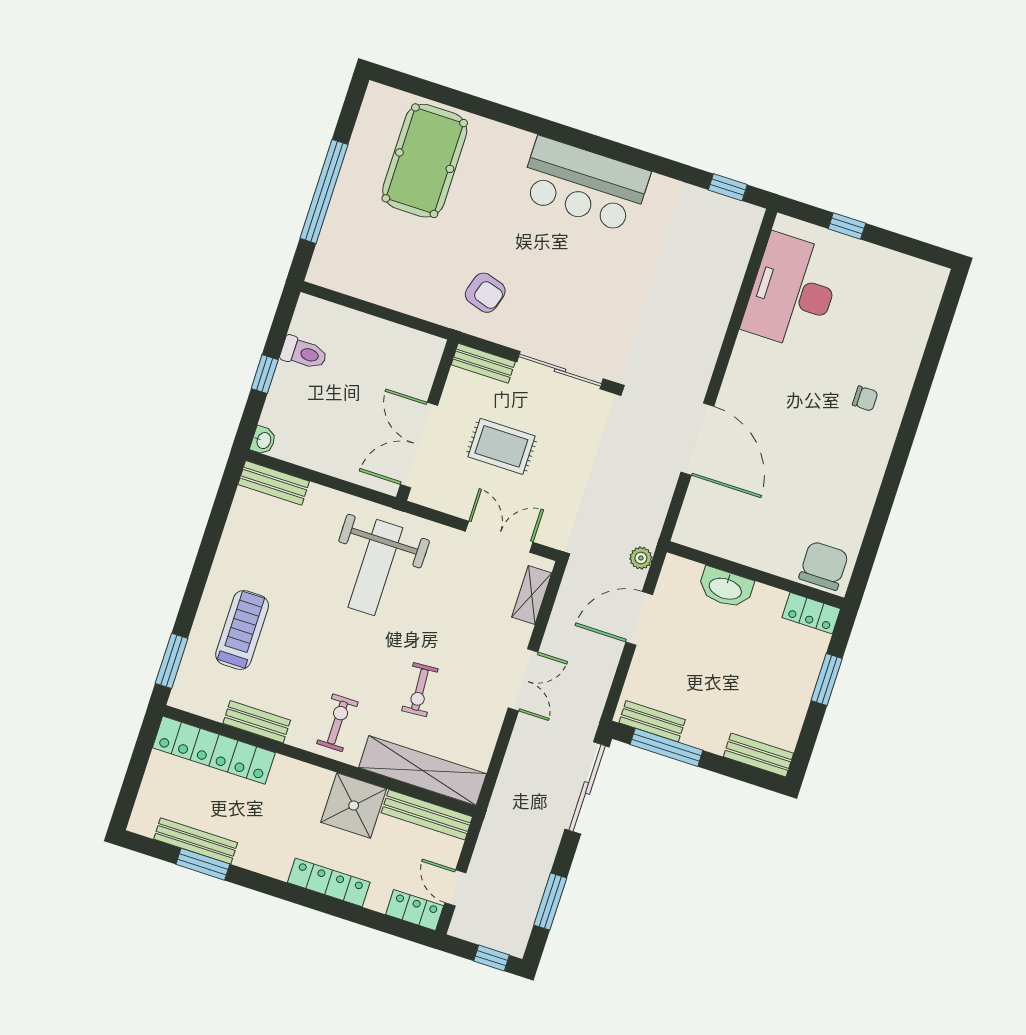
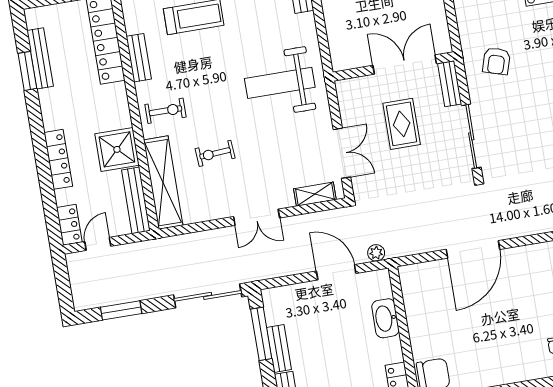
double door: (419, 445) -> (405, 65), moved
bench: (652, 721) -> (279, 348), moved
window: (492, 958) -> (64, 291), removed

